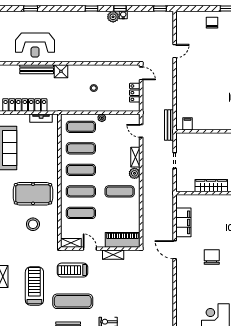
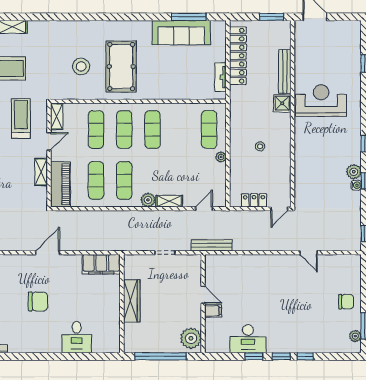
reception desk: (35, 45) -> (321, 101), moved, turned 90
filing cabinet: (188, 124) -> (213, 311), moved
door: (207, 131) -> (203, 295), added
exercise mat: (81, 148) -> (96, 180), moved
filing cabinet: (183, 222) -> (101, 264), moved

